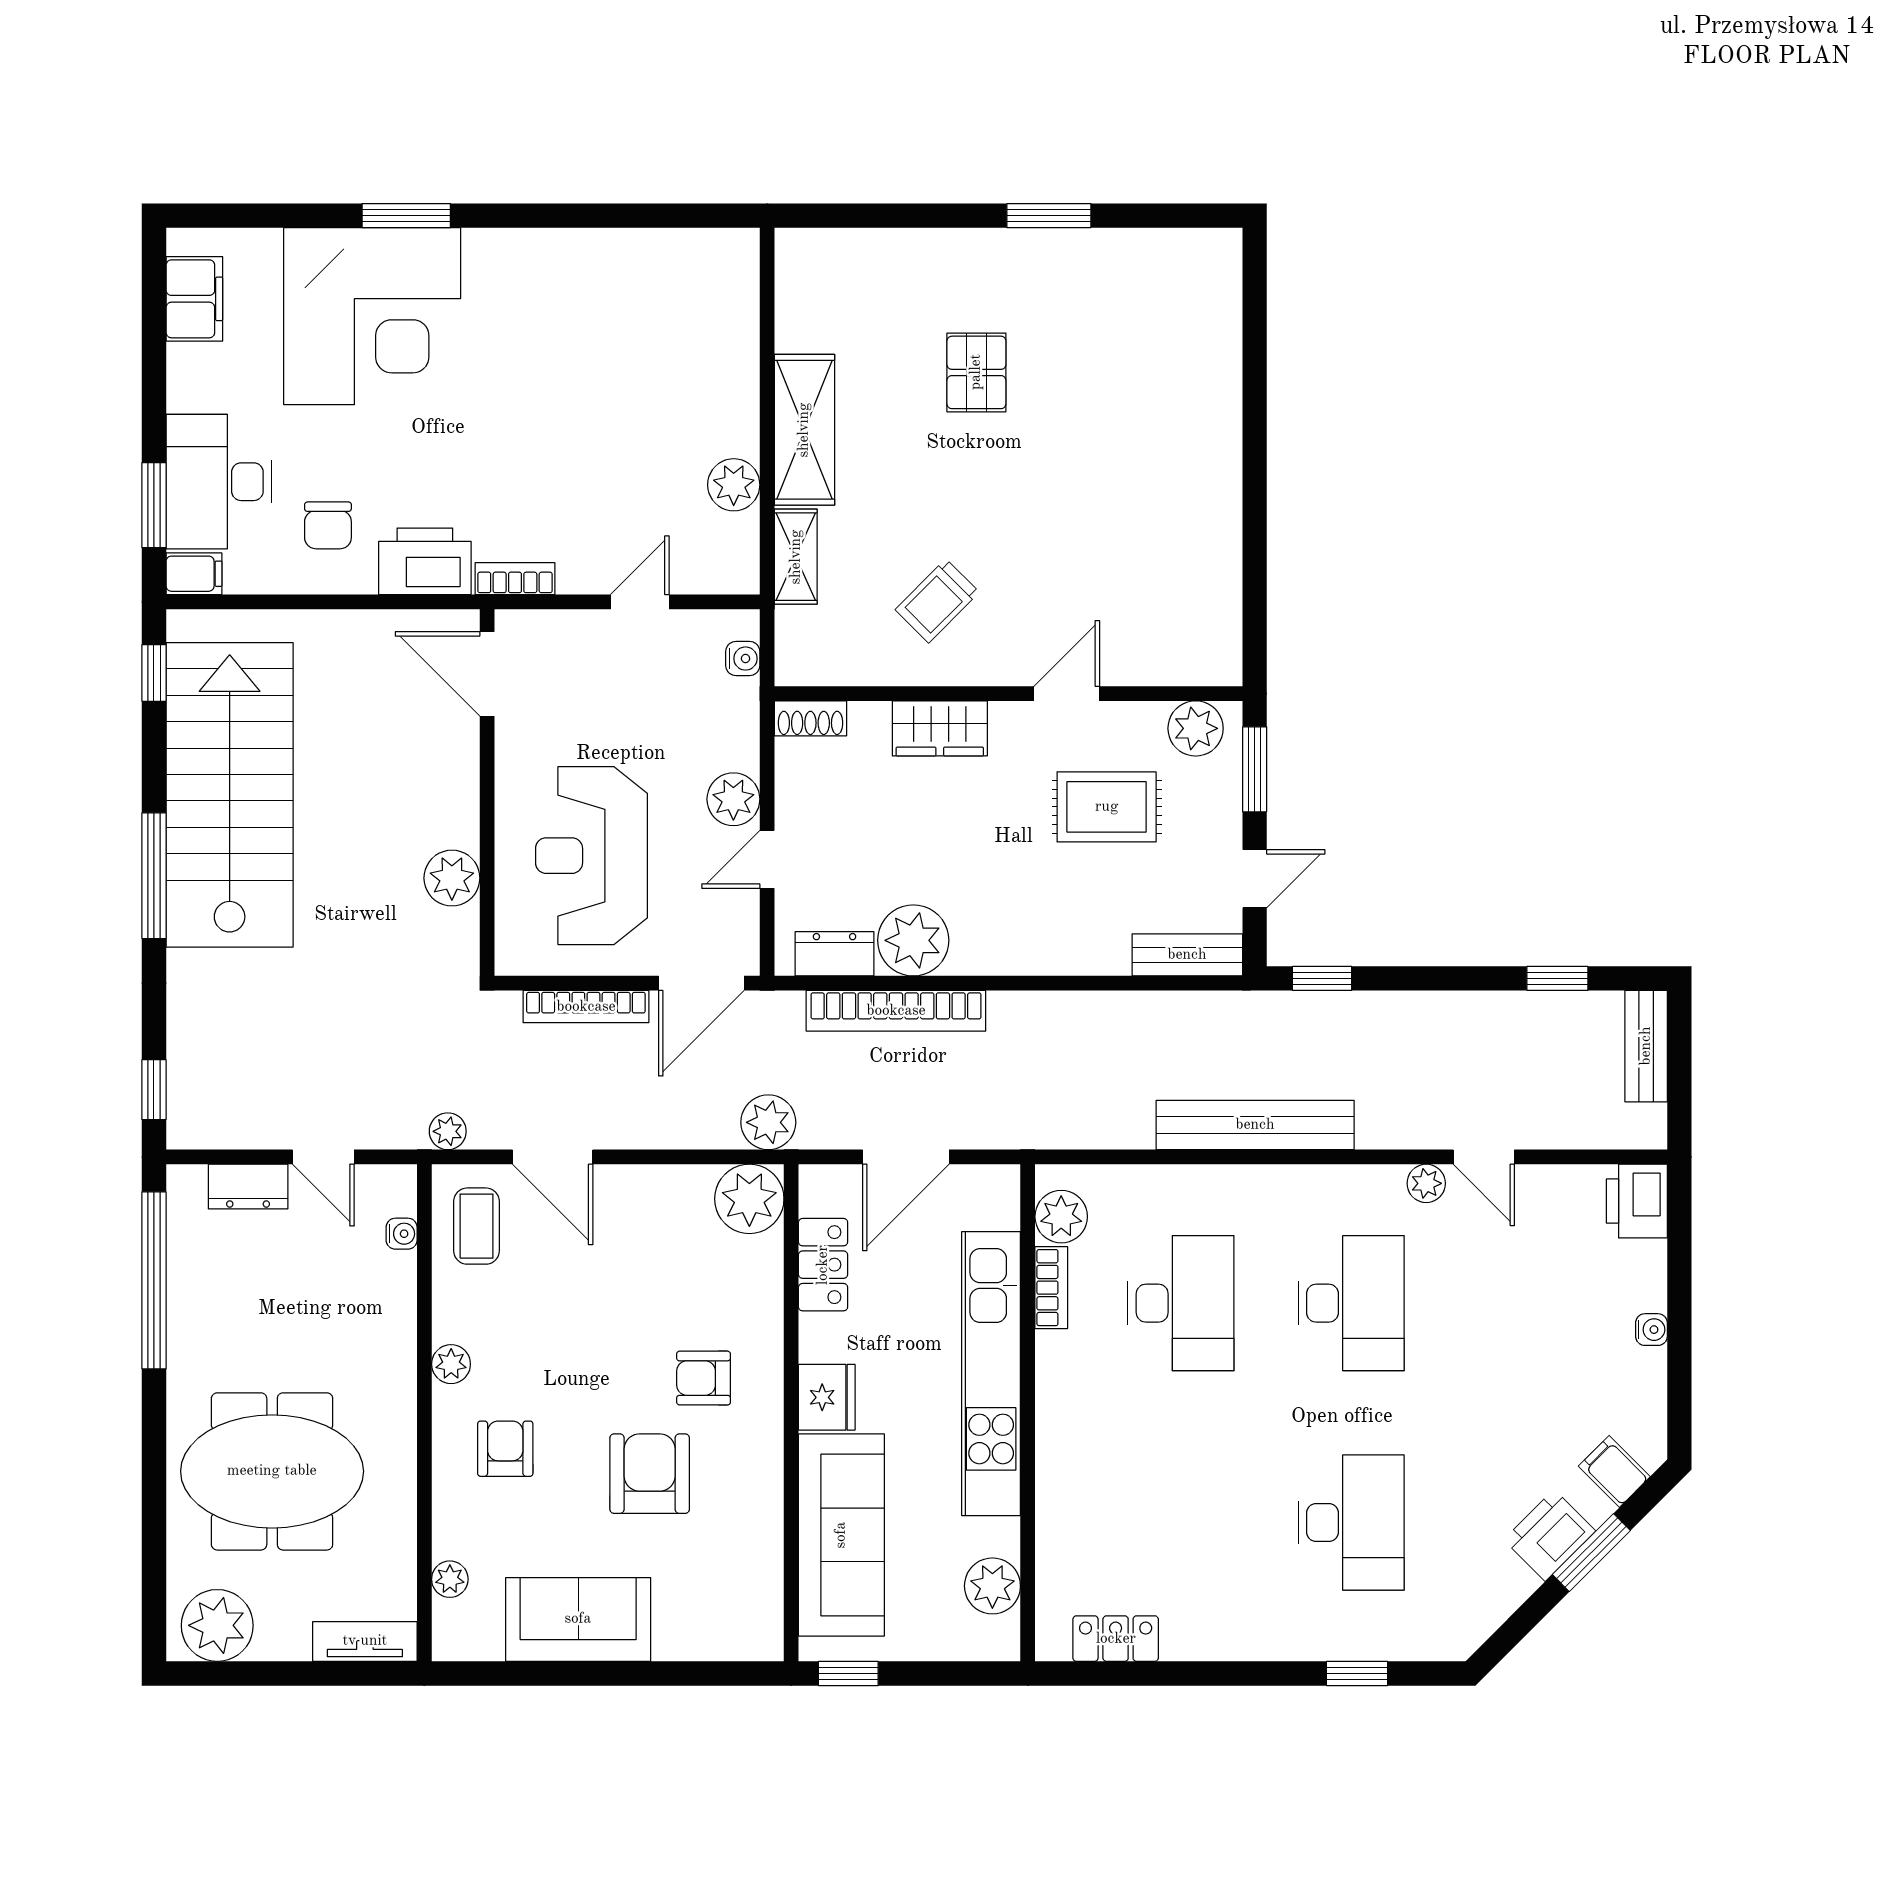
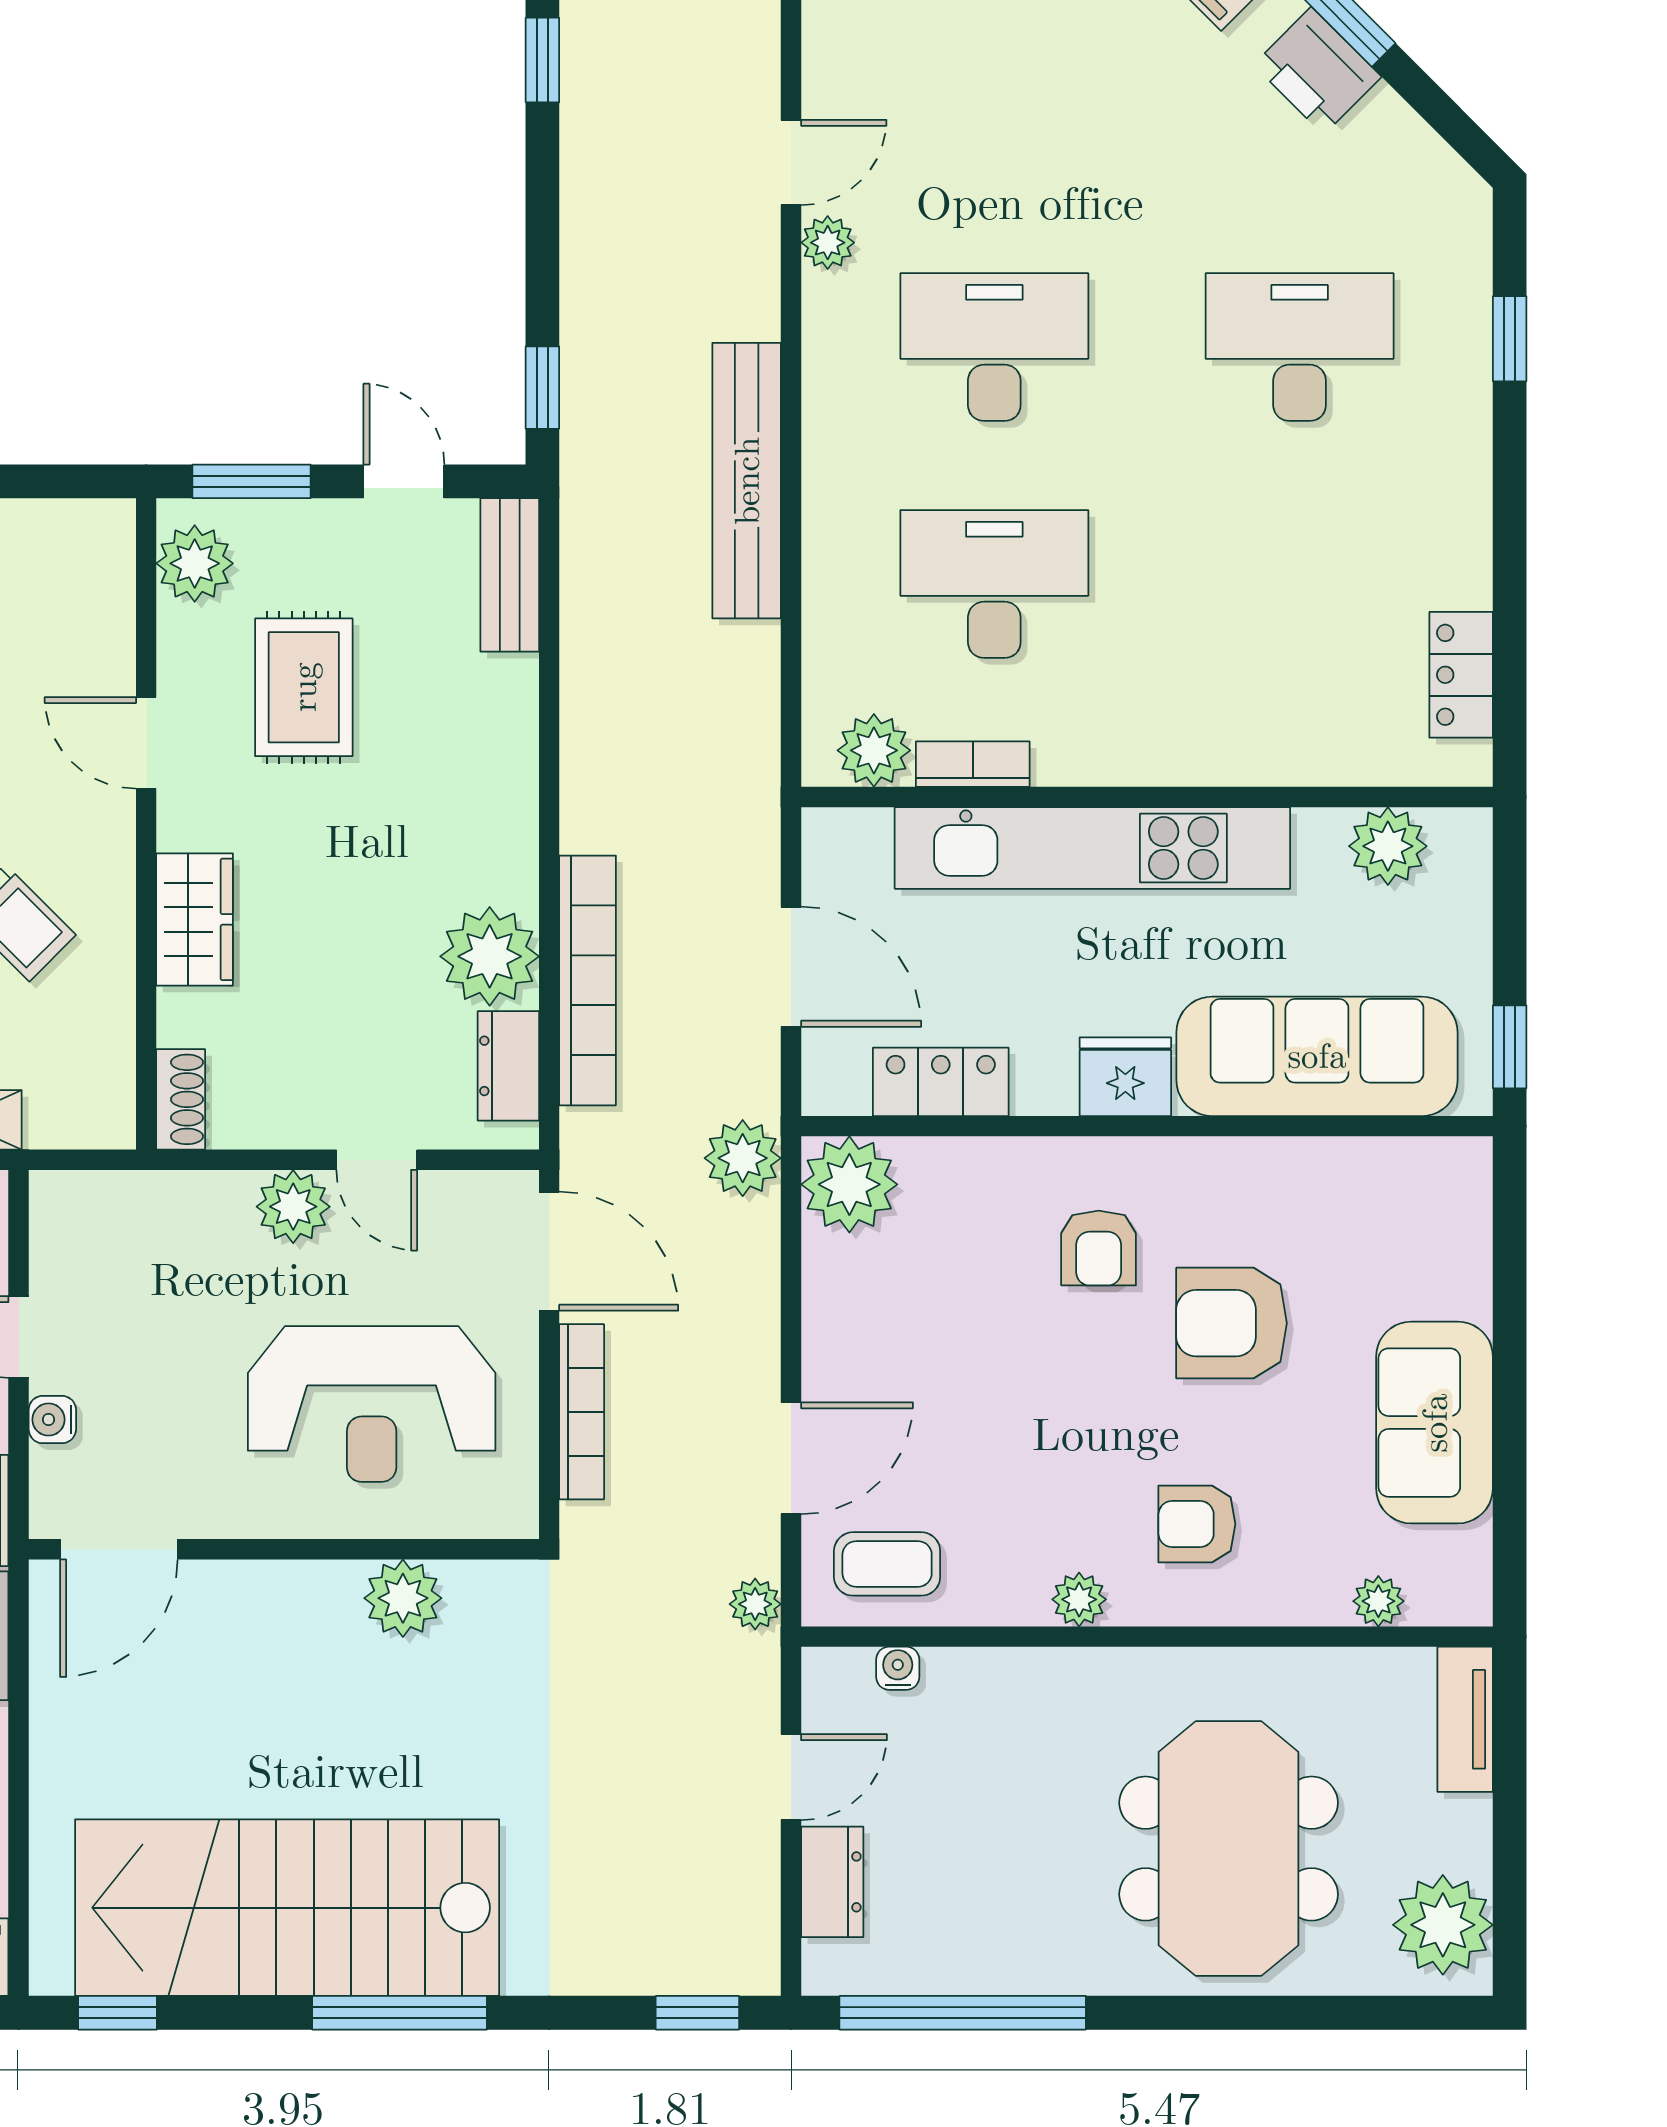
water cooler: (743, 659) -> (52, 1420), moved, turned -90

